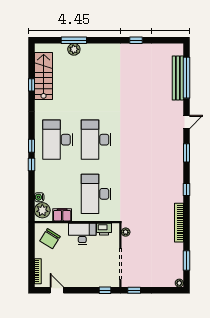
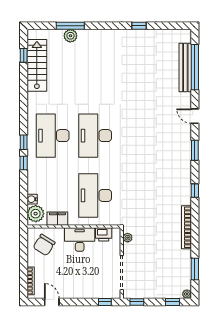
window: (32, 85) -> (24, 55), moved
door: (187, 122) -> (195, 116), swing flipped
window: (166, 290) -> (173, 302), added

